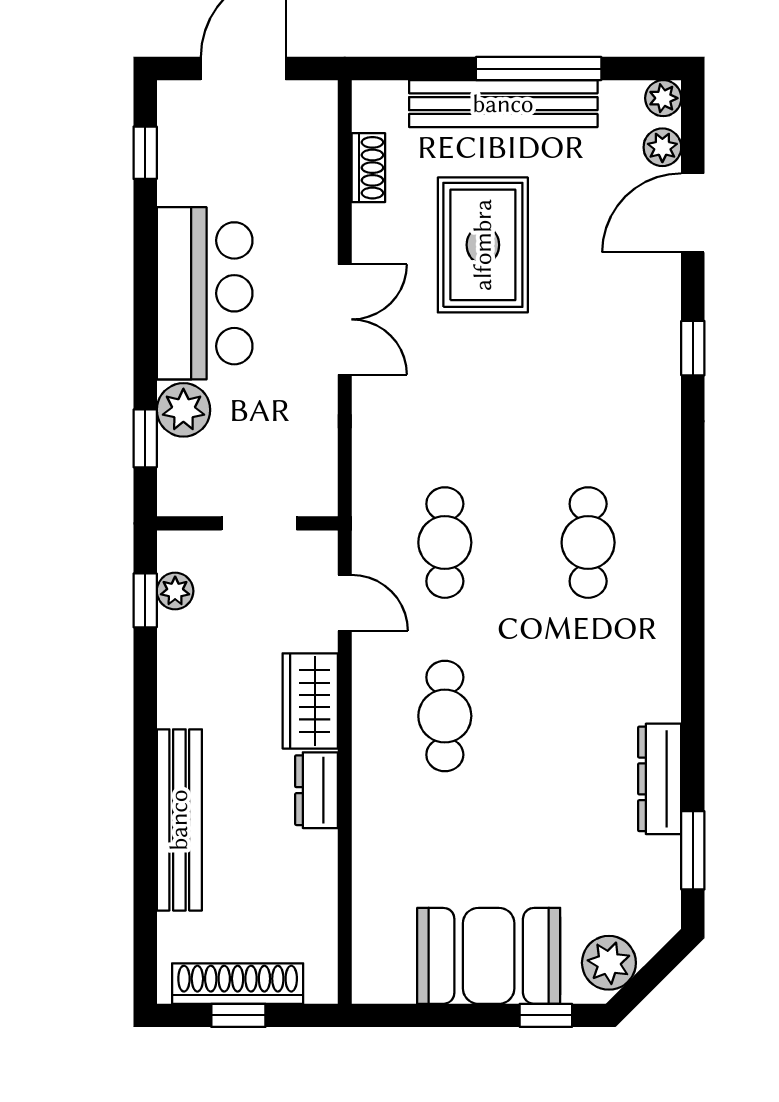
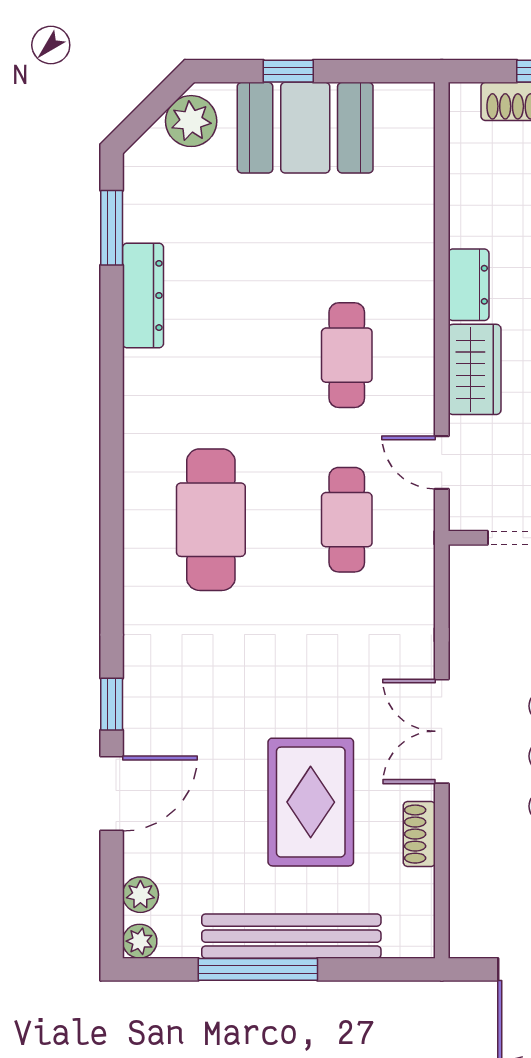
shoe rack: (368, 168) -> (419, 834), moved
door: (693, 213) -> (112, 793), moved
cafe table: (588, 543) -> (211, 520), width x1.37, depth x1.35
window: (546, 1015) -> (288, 71), moved

